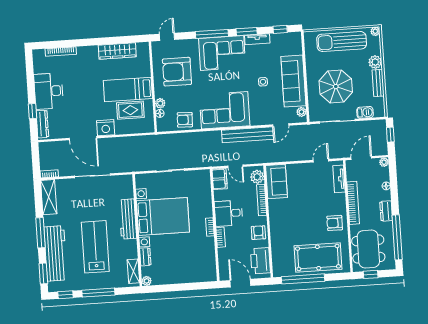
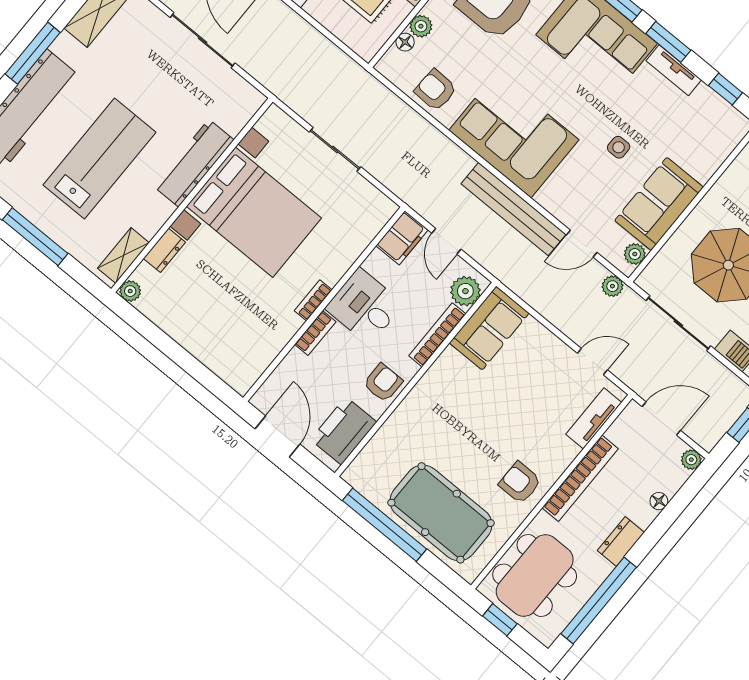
sofa: (293, 81) -> (659, 204), width x0.73
plant: (304, 129) -> (612, 286), added

